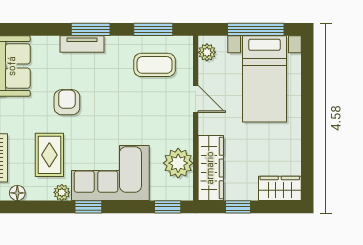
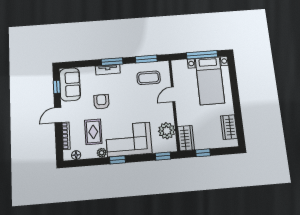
plant: (207, 52) -> (177, 69), removed
door: (196, 99) -> (173, 94), swing flipped
wardrobe: (211, 168) -> (186, 138), width x0.67
wardrobe: (280, 188) -> (229, 127), moved, turned -90

